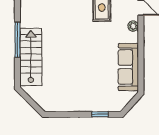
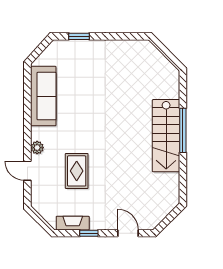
stairs: (31, 57) -> (166, 136), moved

